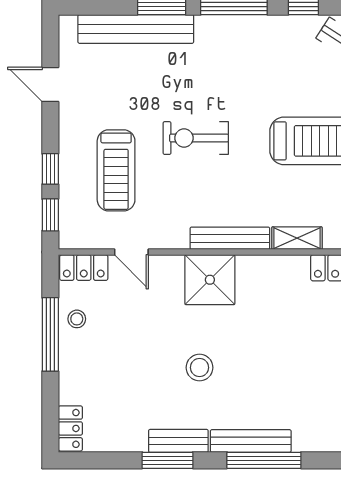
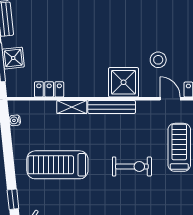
stool: (199, 368) -> (158, 60), moved

